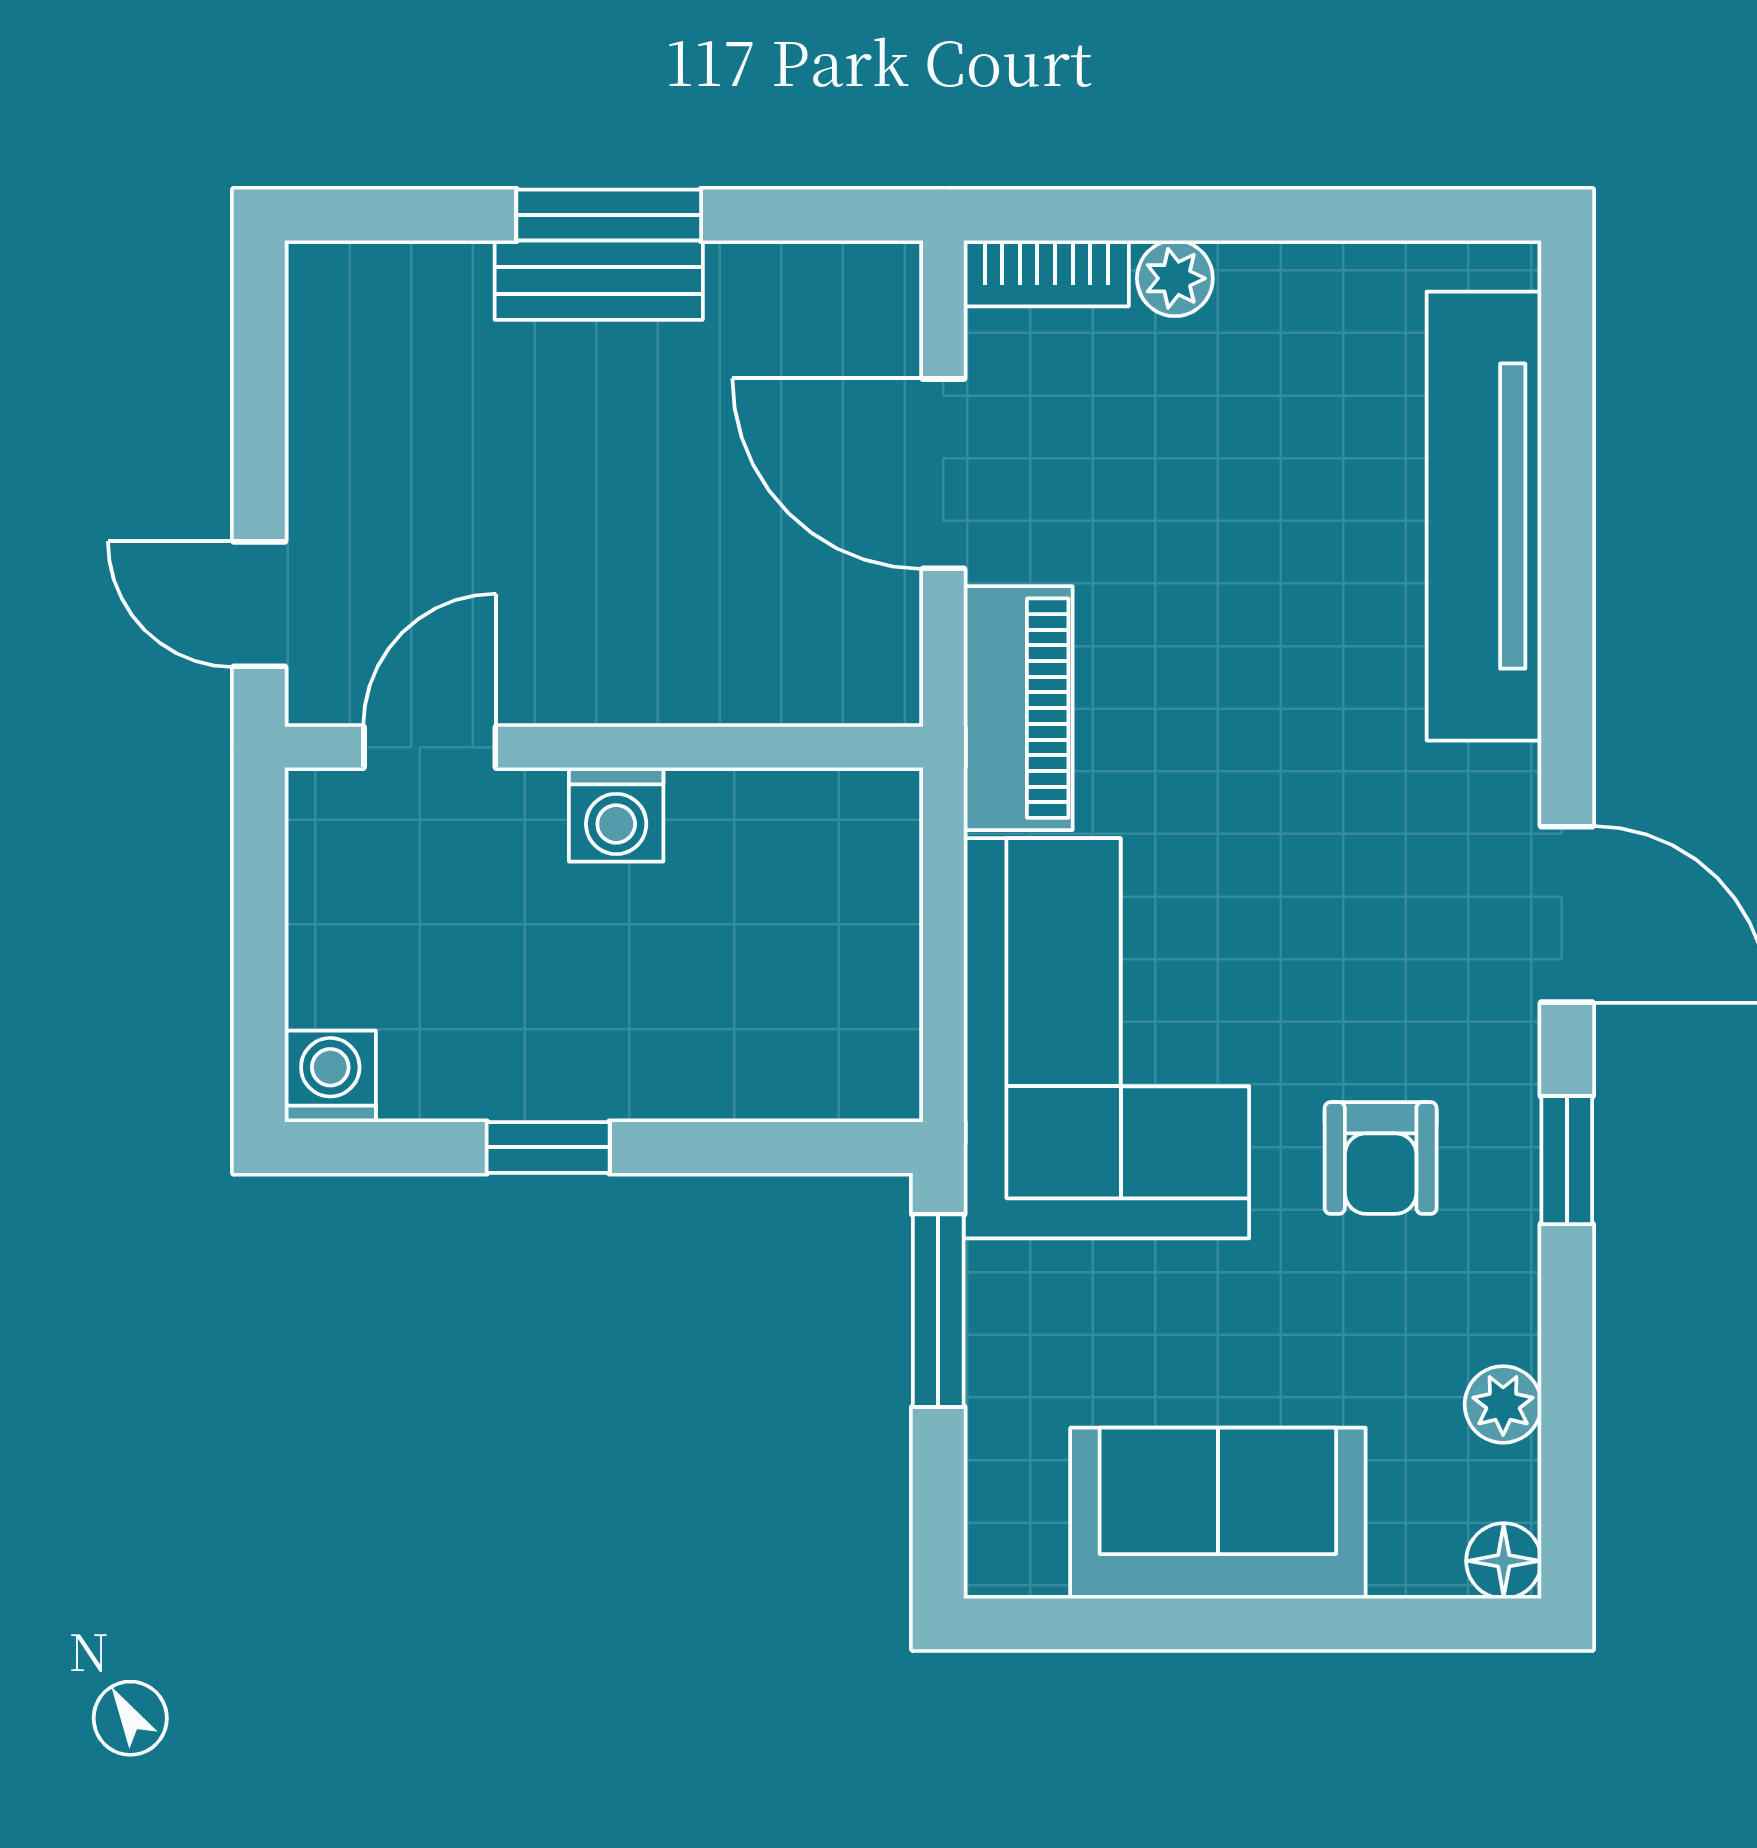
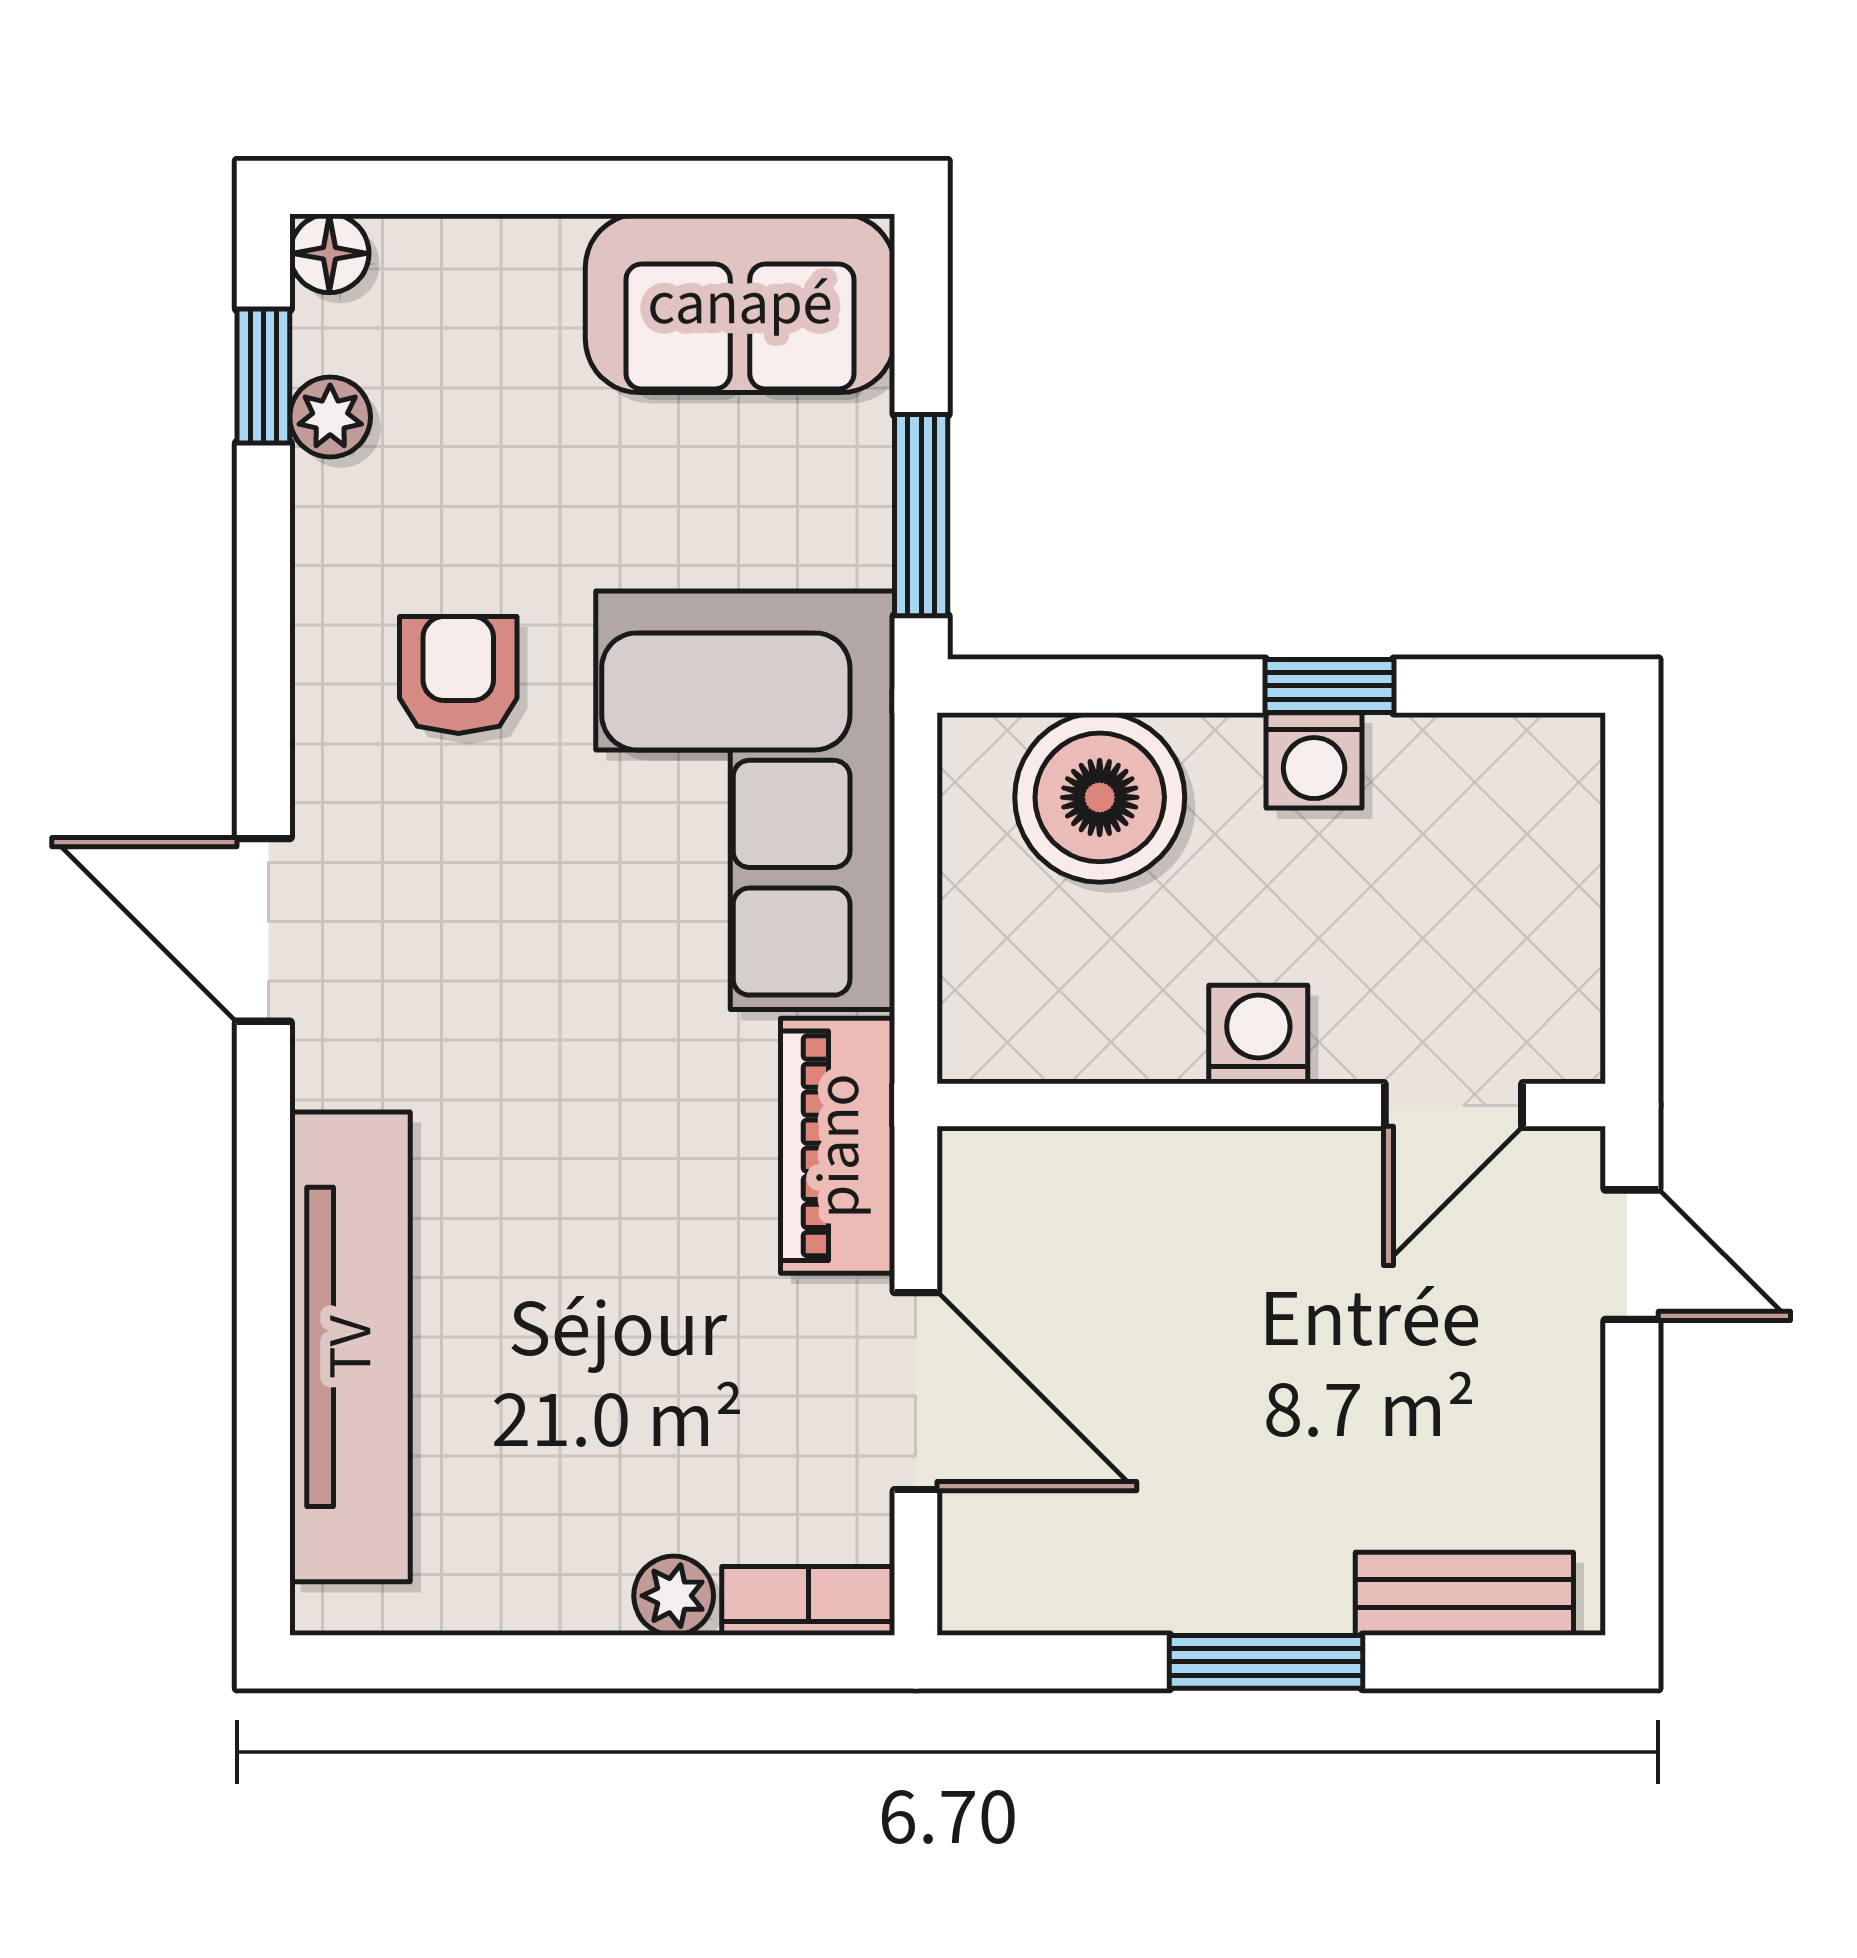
bench: (599, 280) -> (1464, 1594), moved
boiler: (768, 1041) -> (1100, 797), added
washing machine: (330, 1076) -> (1314, 760), moved
window: (1567, 1160) -> (263, 376), moved
sofa: (1218, 1513) -> (740, 303), moved

